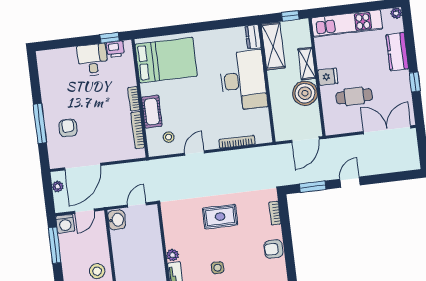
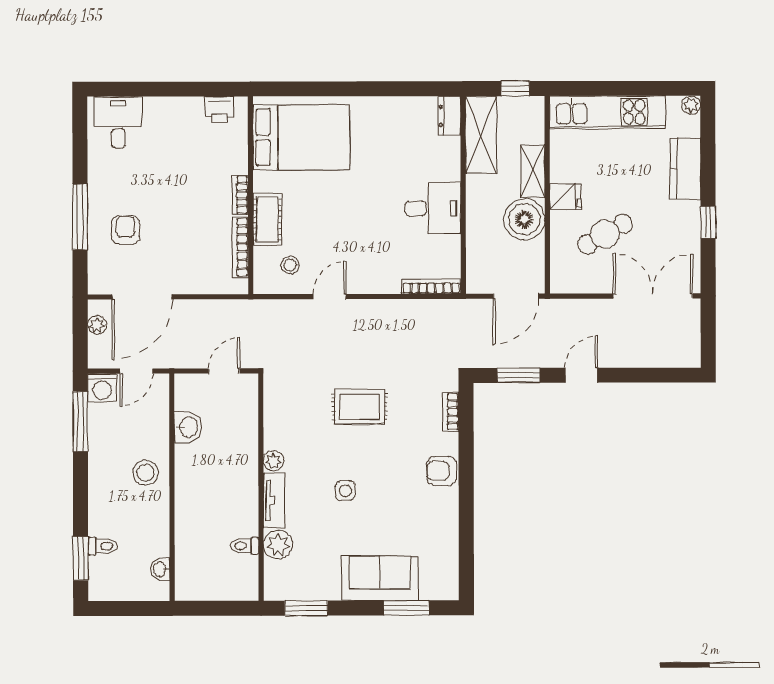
window: (110, 38) -> (212, 89), removed
desk: (93, 60) -> (118, 122), moved
desk: (243, 80) -> (433, 208), width x0.53, depth x0.77
cafe table: (354, 96) -> (605, 234), turned -30
bookcase: (237, 142) -> (431, 286), moved
washbasin: (117, 220) -> (188, 427), moved

